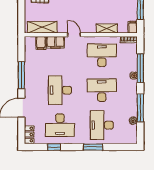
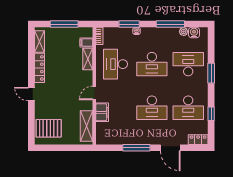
filing cabinet: (133, 27) -> (86, 43), moved
filing cabinet: (41, 43) -> (103, 128), removed
window: (140, 68) -> (129, 24), width x0.69
desk: (102, 90) -> (152, 64), turned -90
desk: (60, 125) -> (188, 108), turned 90
desk: (102, 125) -> (188, 64), turned 180
water cooler: (132, 131) -> (194, 33), added

